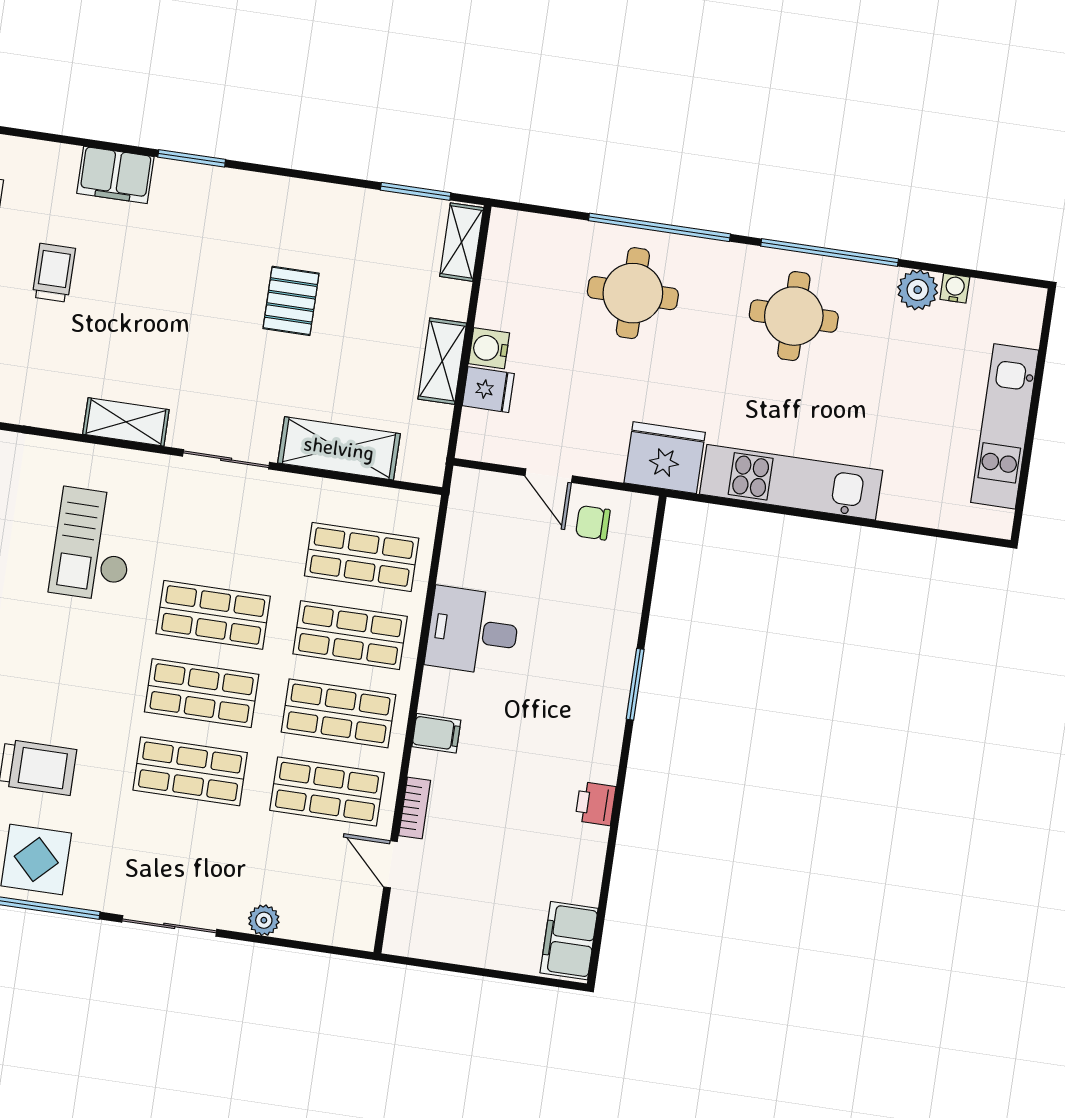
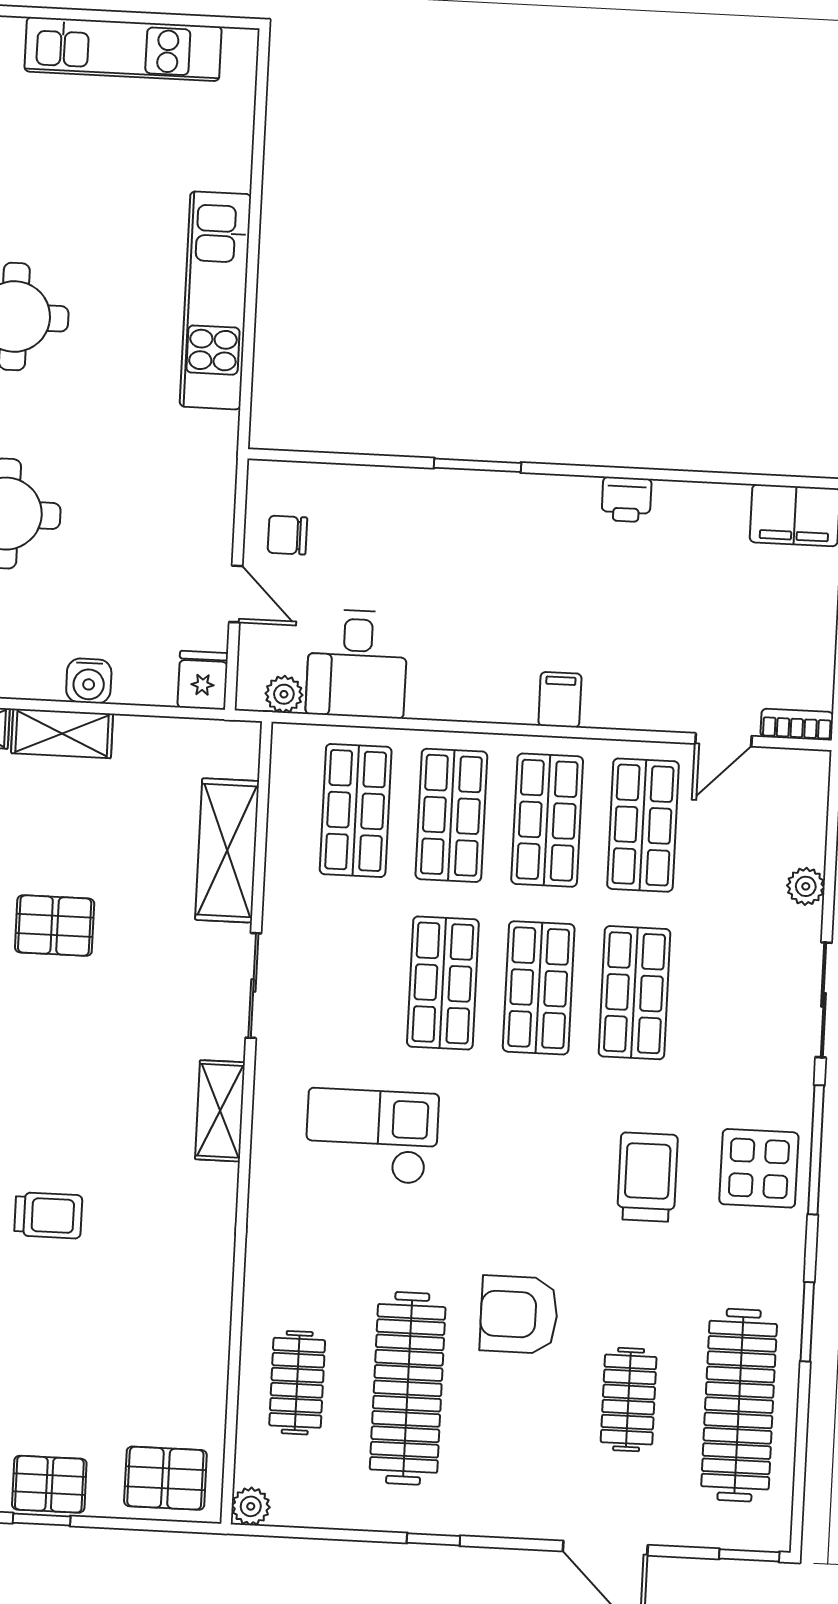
trolley: (54, 273) -> (48, 1215), turned 180
shelving: (442, 361) -> (62, 733), moved
fridge: (488, 390) -> (203, 680), moved
fridge: (665, 458) -> (200, 456), removed
door: (549, 476) -> (236, 594), hinge flipped
plant: (463, 507) -> (284, 694), added
chair: (593, 523) -> (287, 535), turned 90
checkout: (93, 545) -> (372, 1136), turned 180
desk: (473, 631) -> (357, 664), moved
bookcase: (415, 808) -> (797, 725), moved

